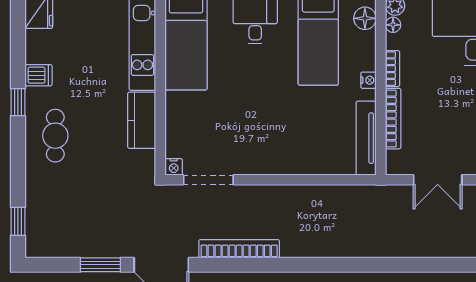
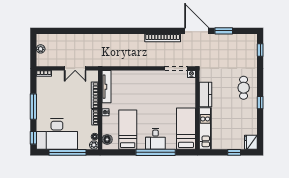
dishwasher: (38, 75) -> (251, 114), removed
double door: (438, 180) -> (75, 68), swing flipped

